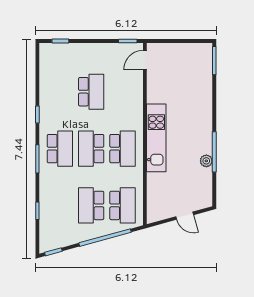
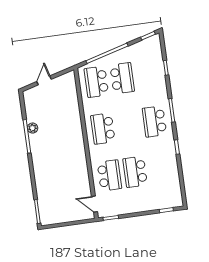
door: (145, 60) -> (94, 204), swing flipped
kitchen unit: (156, 138) -> (76, 141), removed
school desk: (91, 149) -> (109, 175), moved
door: (185, 216) -> (44, 80), hinge flipped

